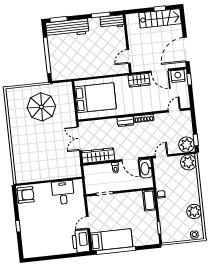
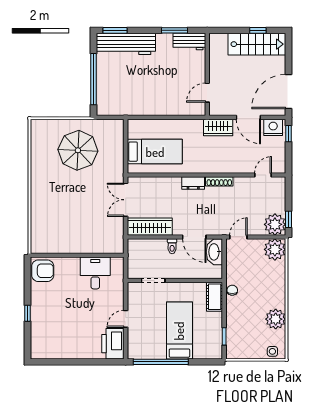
bed: (95, 98) -> (155, 152), width x0.67
bed: (111, 240) -> (179, 331), moved, turned -90

